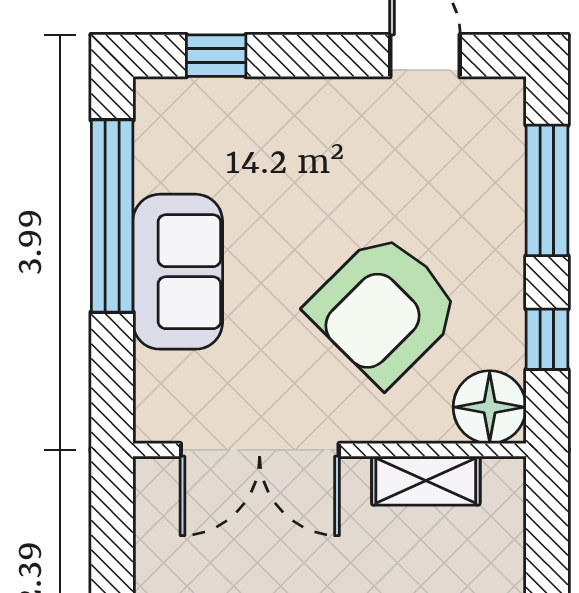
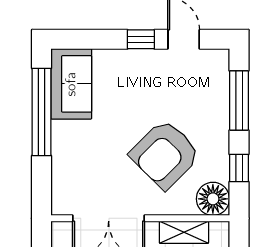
window: (216, 56) -> (141, 39), moved
sofa: (178, 272) -> (71, 84), moved

